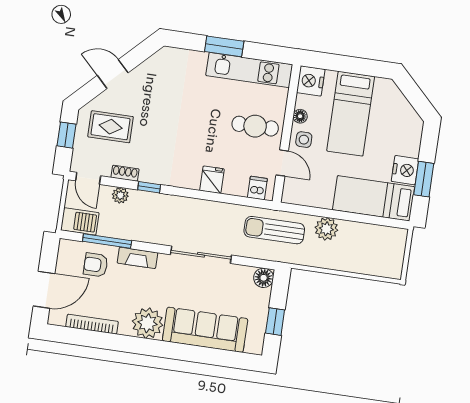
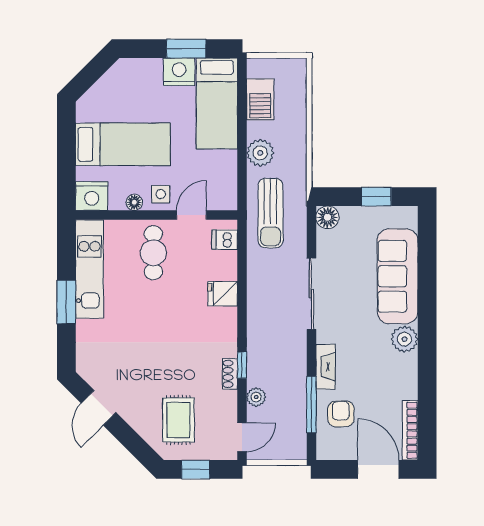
door: (113, 74) -> (99, 408), moved
shoe rack: (125, 173) -> (230, 374), moved
barbecue: (80, 221) -> (260, 99), moved, turned 180
armchair: (96, 265) -> (341, 414), turned 180
plant: (148, 323) -> (404, 339), width x0.73, depth x0.73
bookcase: (92, 324) -> (410, 430), moved

